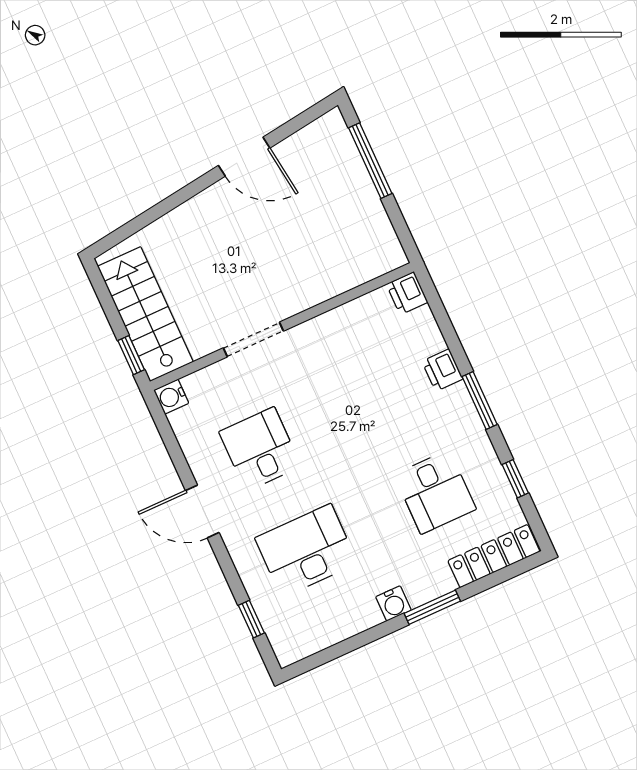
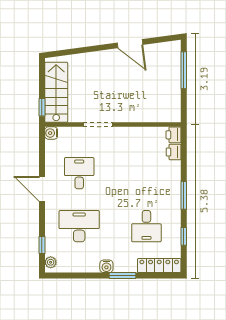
printer: (442, 370) -> (174, 152), moved
plant: (283, 644) -> (51, 262), added

